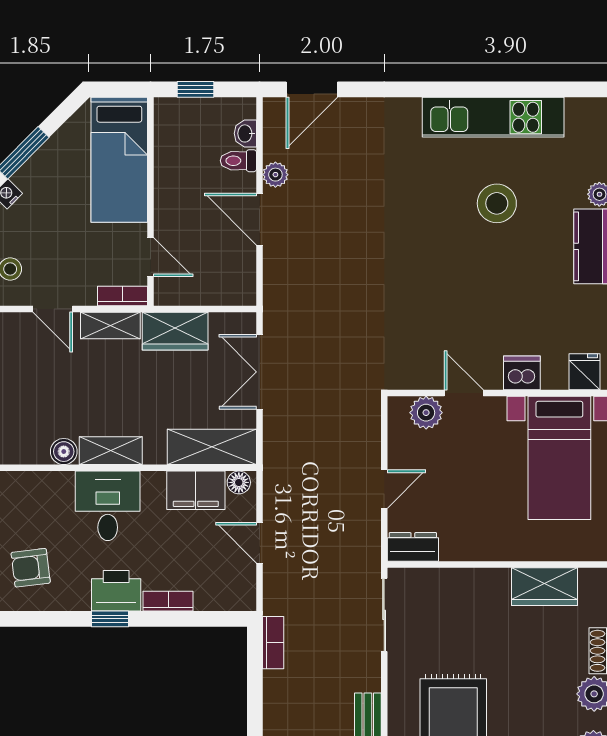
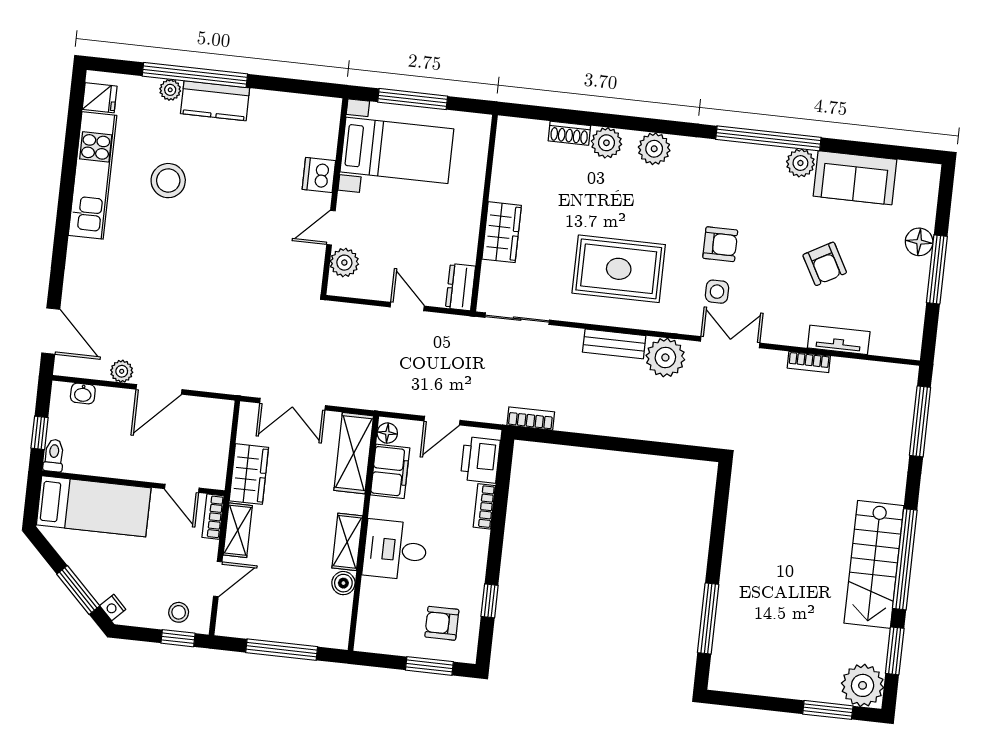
toilet: (238, 161) -> (54, 456), moved, turned 180
door: (151, 257) -> (182, 488), swing flipped
fridge: (584, 372) -> (100, 98), moved, turned 180
armchair: (31, 568) -> (442, 623), turned 97
wardrobe: (545, 587) -> (502, 232), moved
printer: (116, 591) -> (480, 460), moved
window: (110, 619) -> (490, 601), moved

